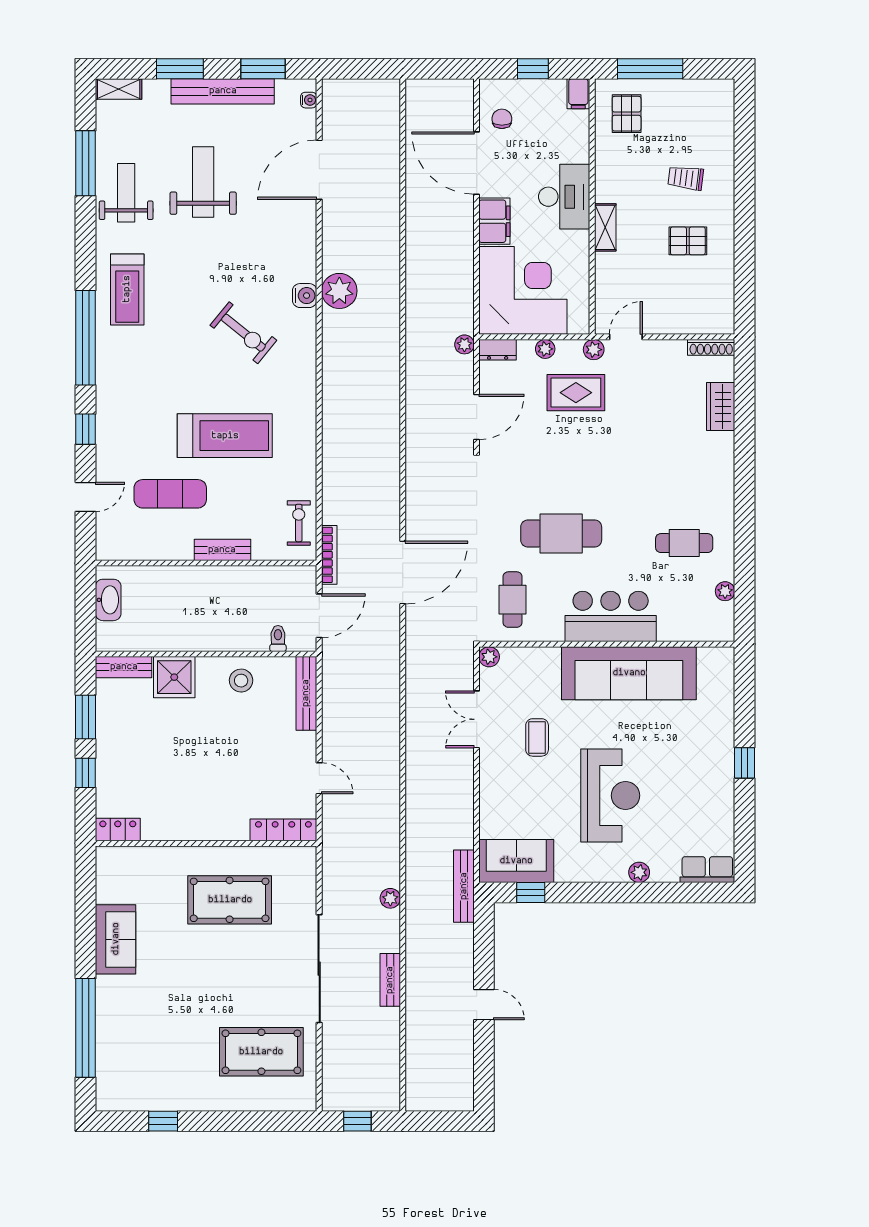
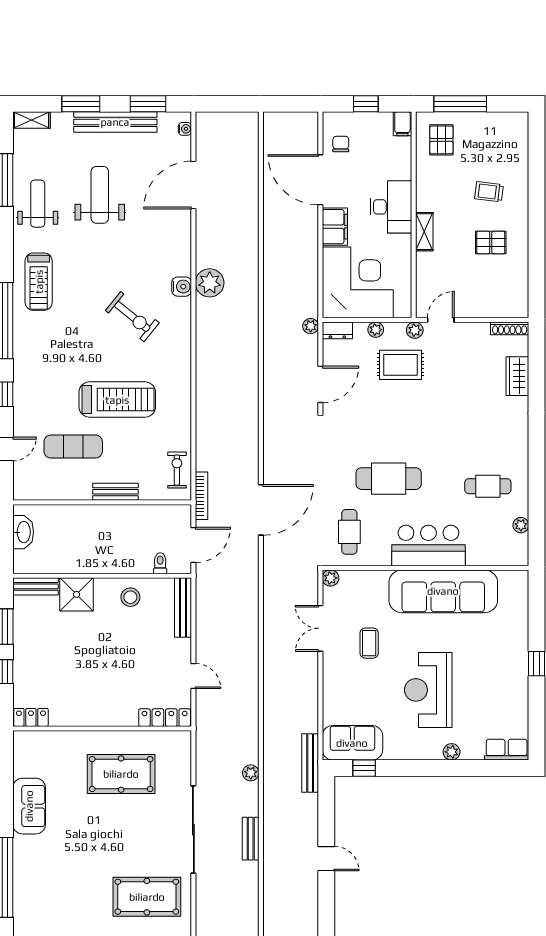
reception desk: (610, 795) -> (428, 690), turned 180

